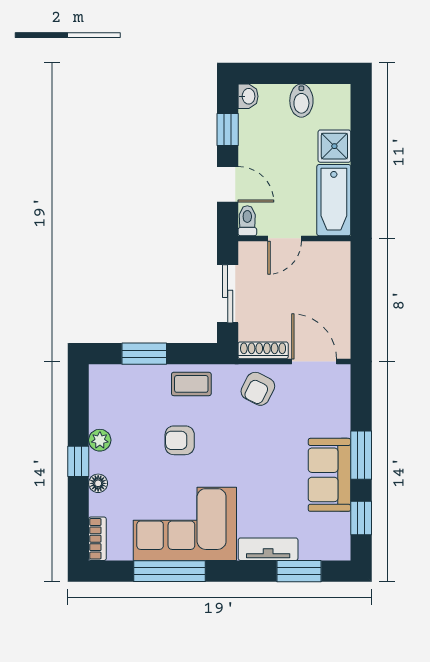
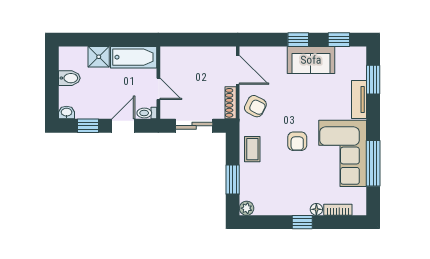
door: (314, 362) -> (238, 70), swing flipped
plant: (100, 440) -> (247, 208), moved
armchair: (180, 440) -> (297, 141), moved
window: (361, 455) -> (298, 40), width x0.67
bookcase: (97, 539) -> (338, 210), moved

